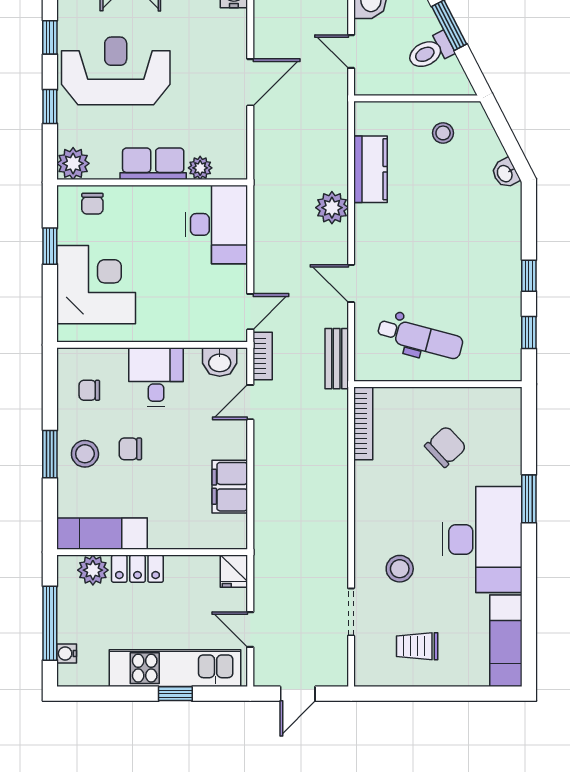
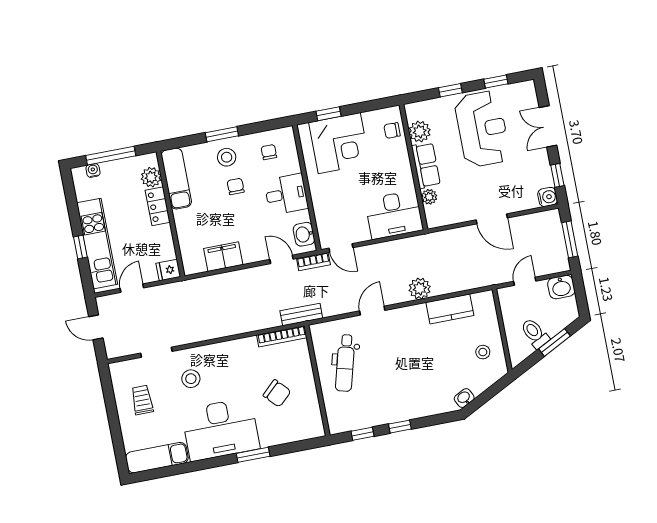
plant: (73, 163) -> (420, 132), moved
window: (50, 246) -> (329, 114), moved
bench: (337, 359) -> (301, 314), moved

